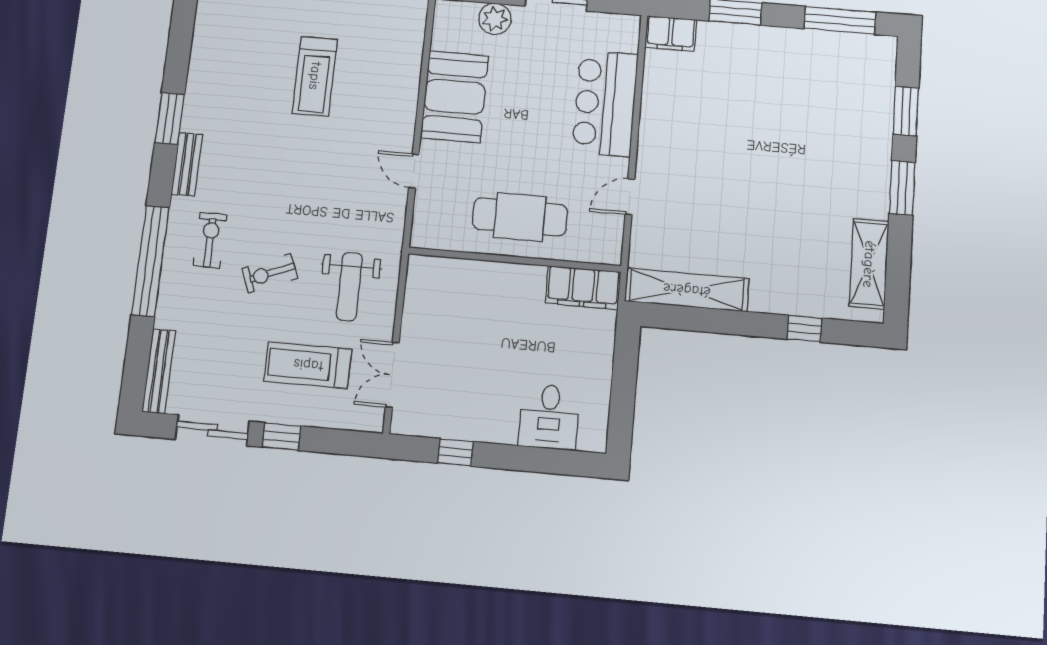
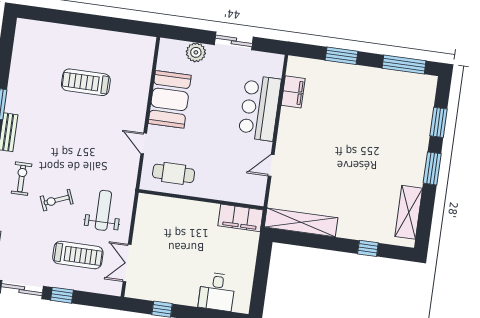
filing cabinet: (671, 34) -> (293, 92), moved, turned -90
treadmill: (315, 76) -> (86, 82), turned 90
cafe table: (520, 217) -> (174, 173), moved, width x0.73, depth x0.74
weight bench: (349, 287) -> (103, 210), turned 180
treadmill: (308, 365) -> (78, 255), turned 180

